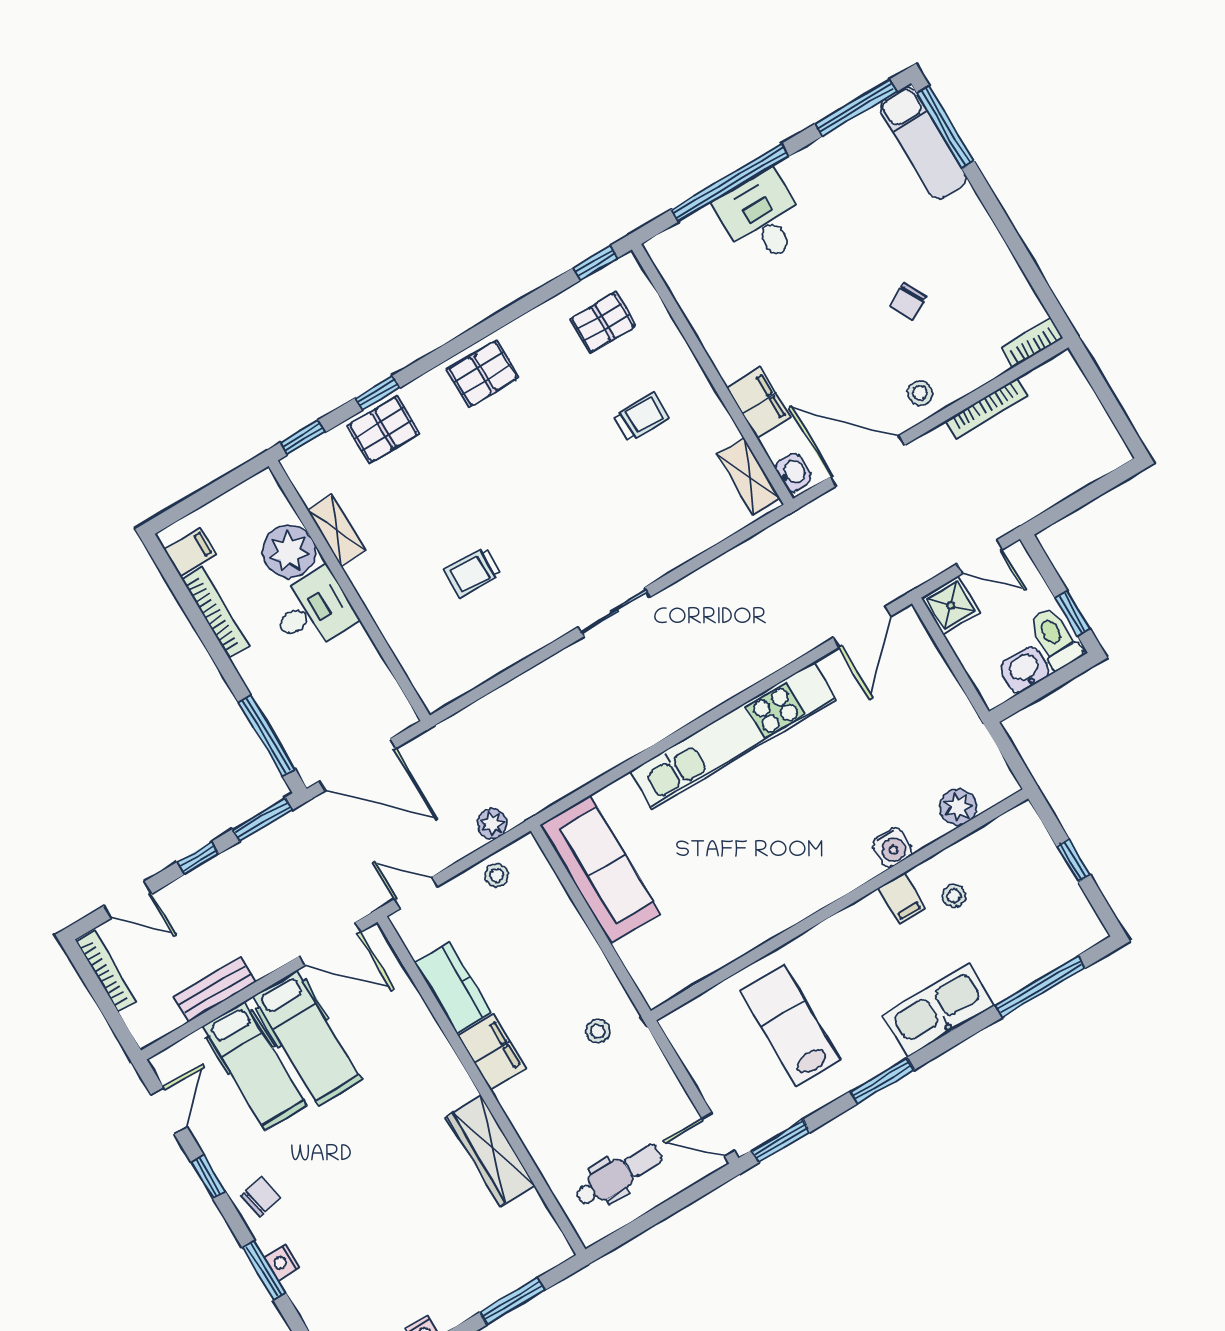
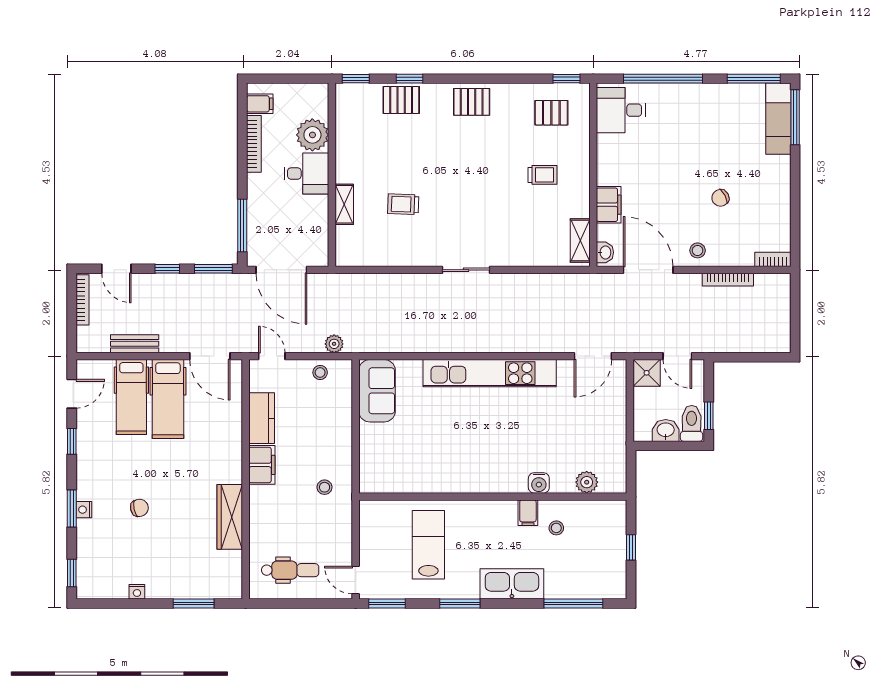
desk: (762, 218) -> (621, 110), moved, turned -90
shelving: (336, 530) -> (344, 204), moved
sofa: (600, 869) -> (377, 391), width x0.73
chair: (261, 1197) -> (139, 508), moved

